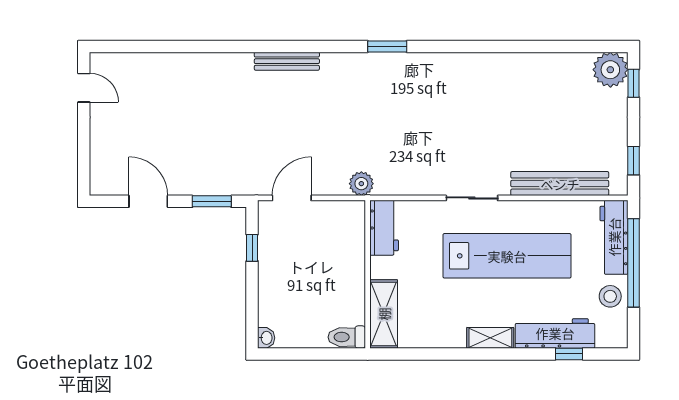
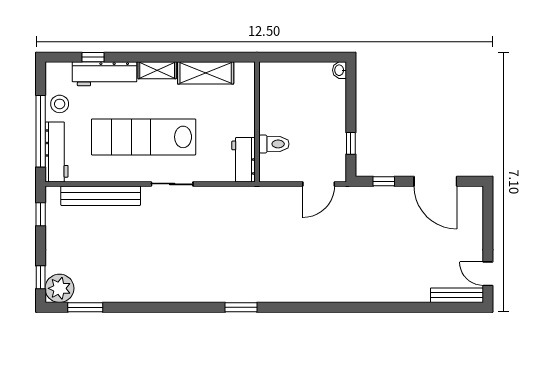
window: (579, 47) -> (85, 307), added
bench: (287, 61) -> (457, 295), moved
plant: (361, 184) -> (262, 196), removed
door: (148, 201) -> (435, 181), width x1.36
window: (212, 201) -> (384, 181), width x0.67
shelving: (384, 314) -> (206, 73), moved, turned 90
toilet: (347, 337) -> (274, 144), moved

